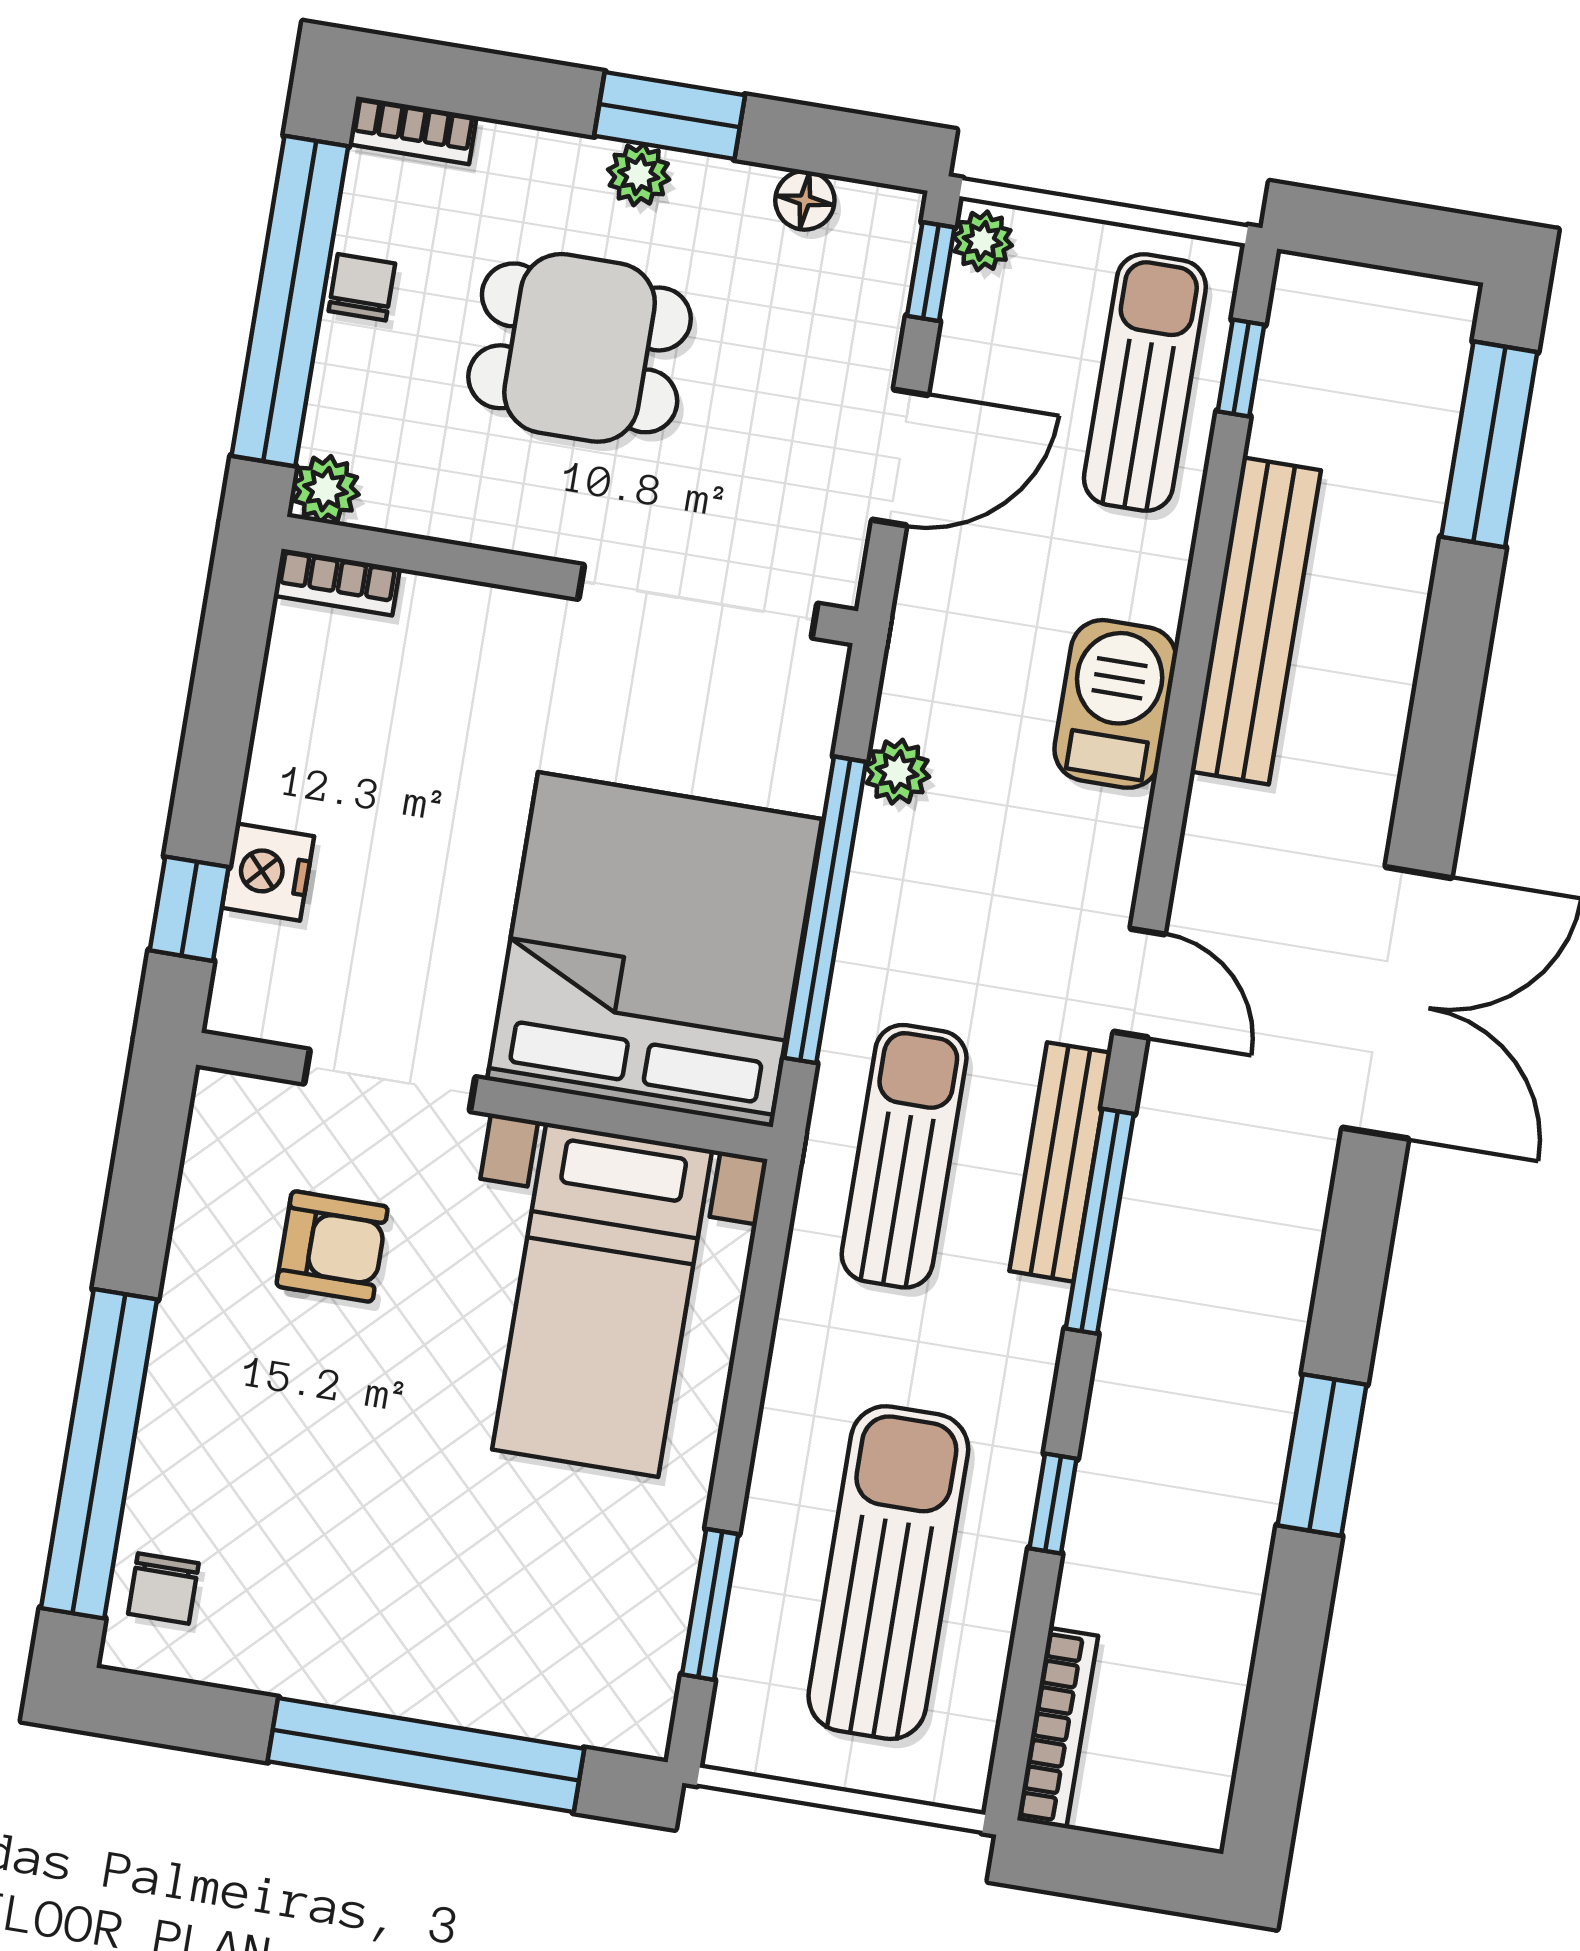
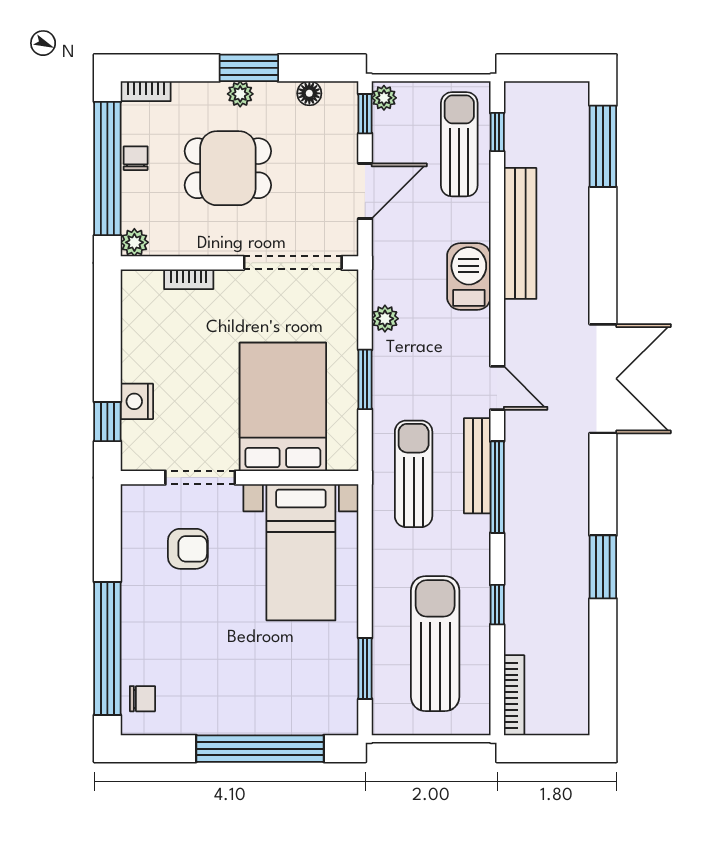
bookcase: (337, 582) -> (189, 279), moved
window: (825, 910) -> (365, 379), width x0.47
bed: (654, 949) -> (283, 407), width x0.73
chair: (163, 1588) -> (142, 699), turned -90

